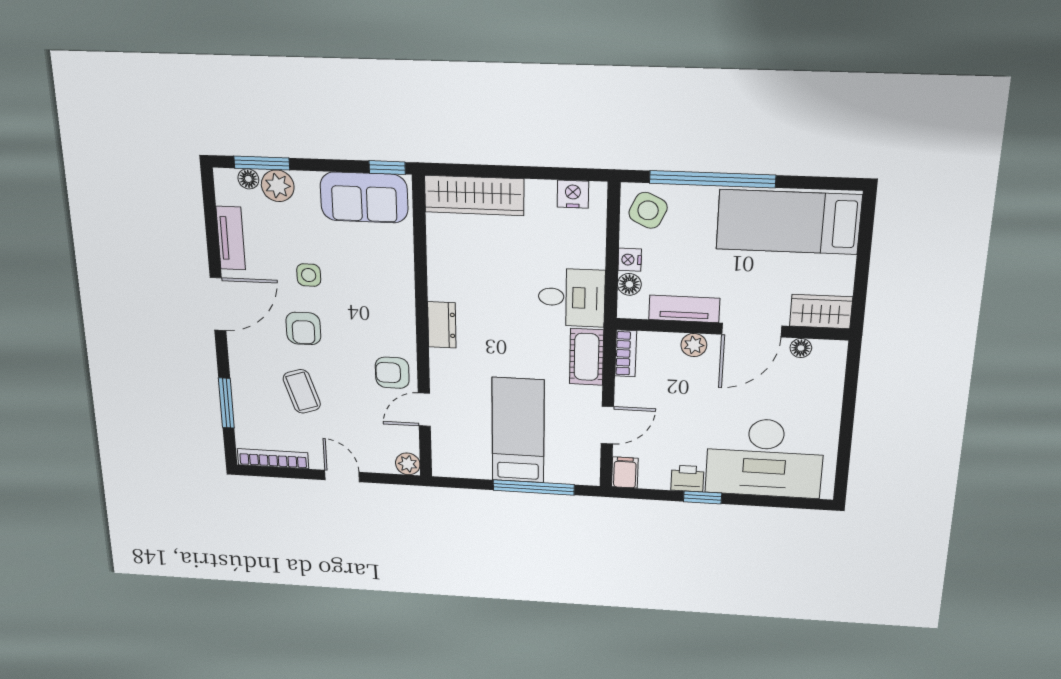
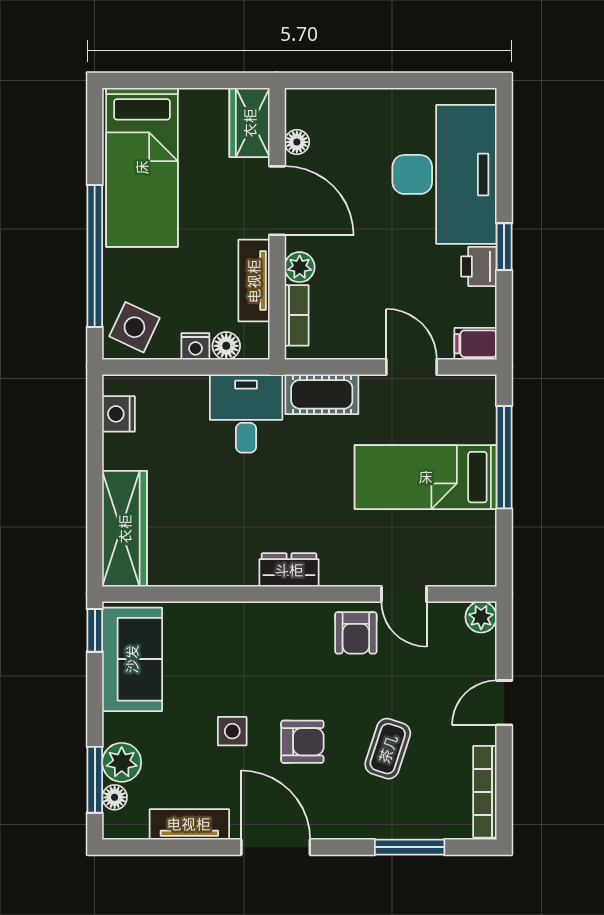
bookcase: (626, 353) -> (297, 315), moved, turned 90
coffee table: (302, 391) -> (388, 749), turned -54

